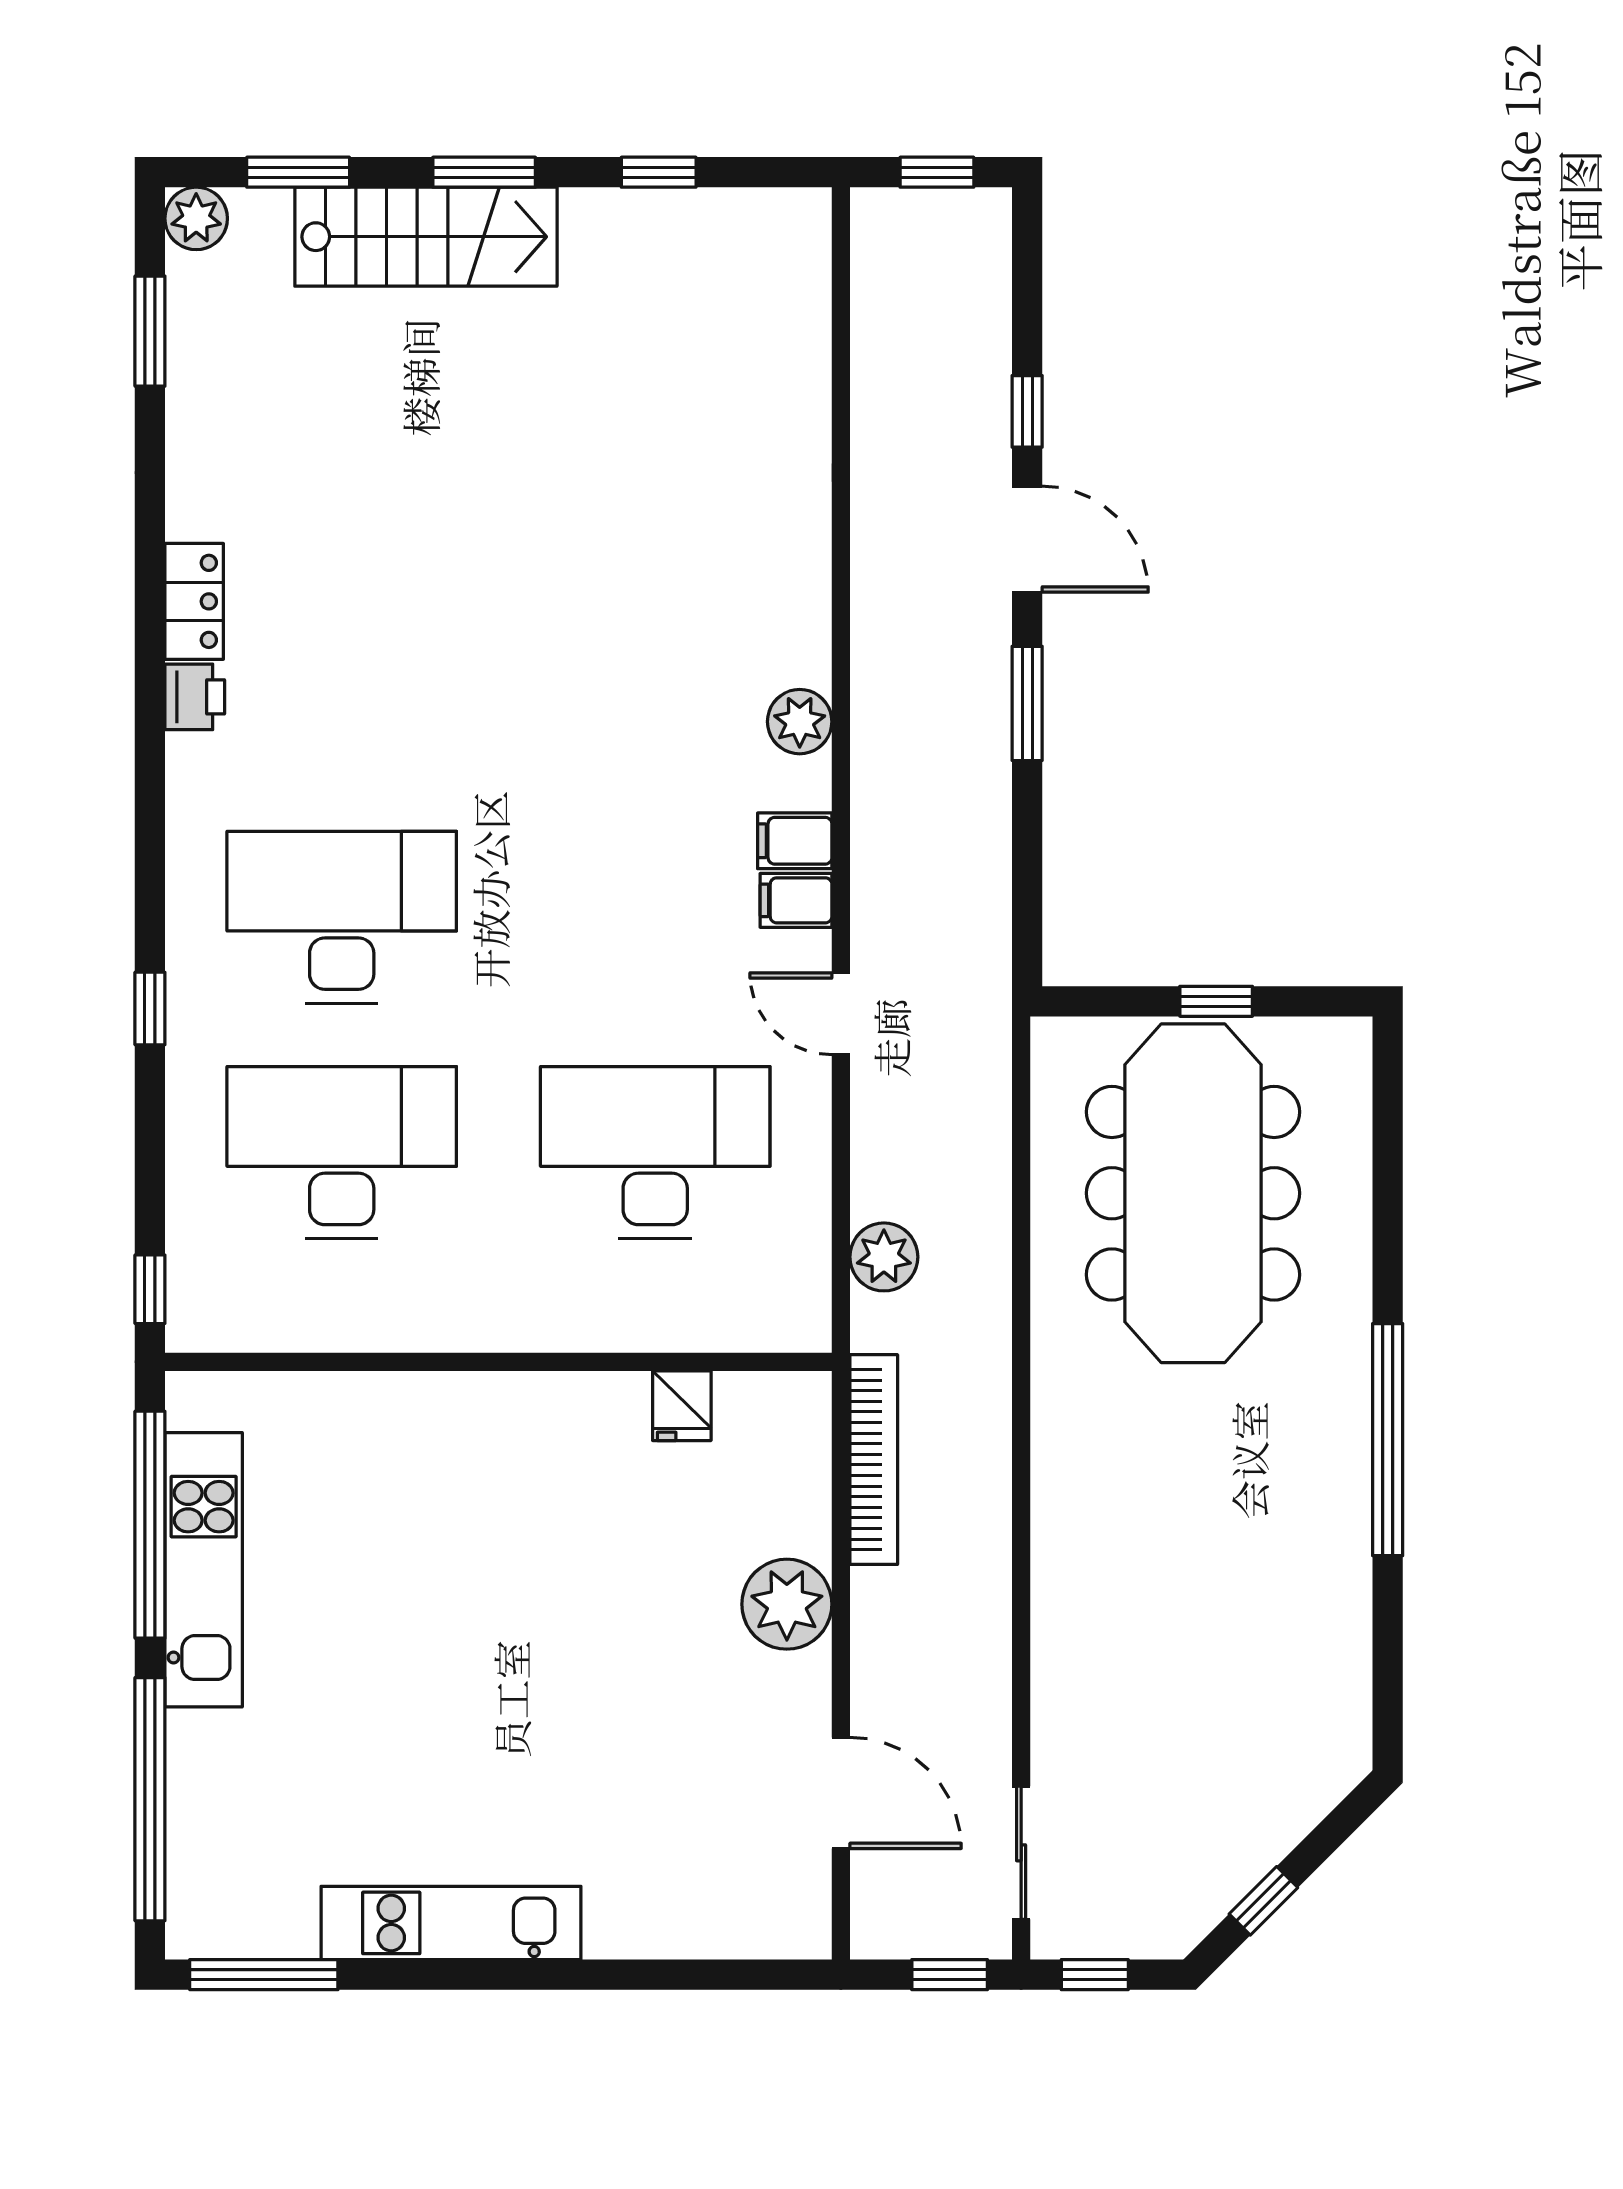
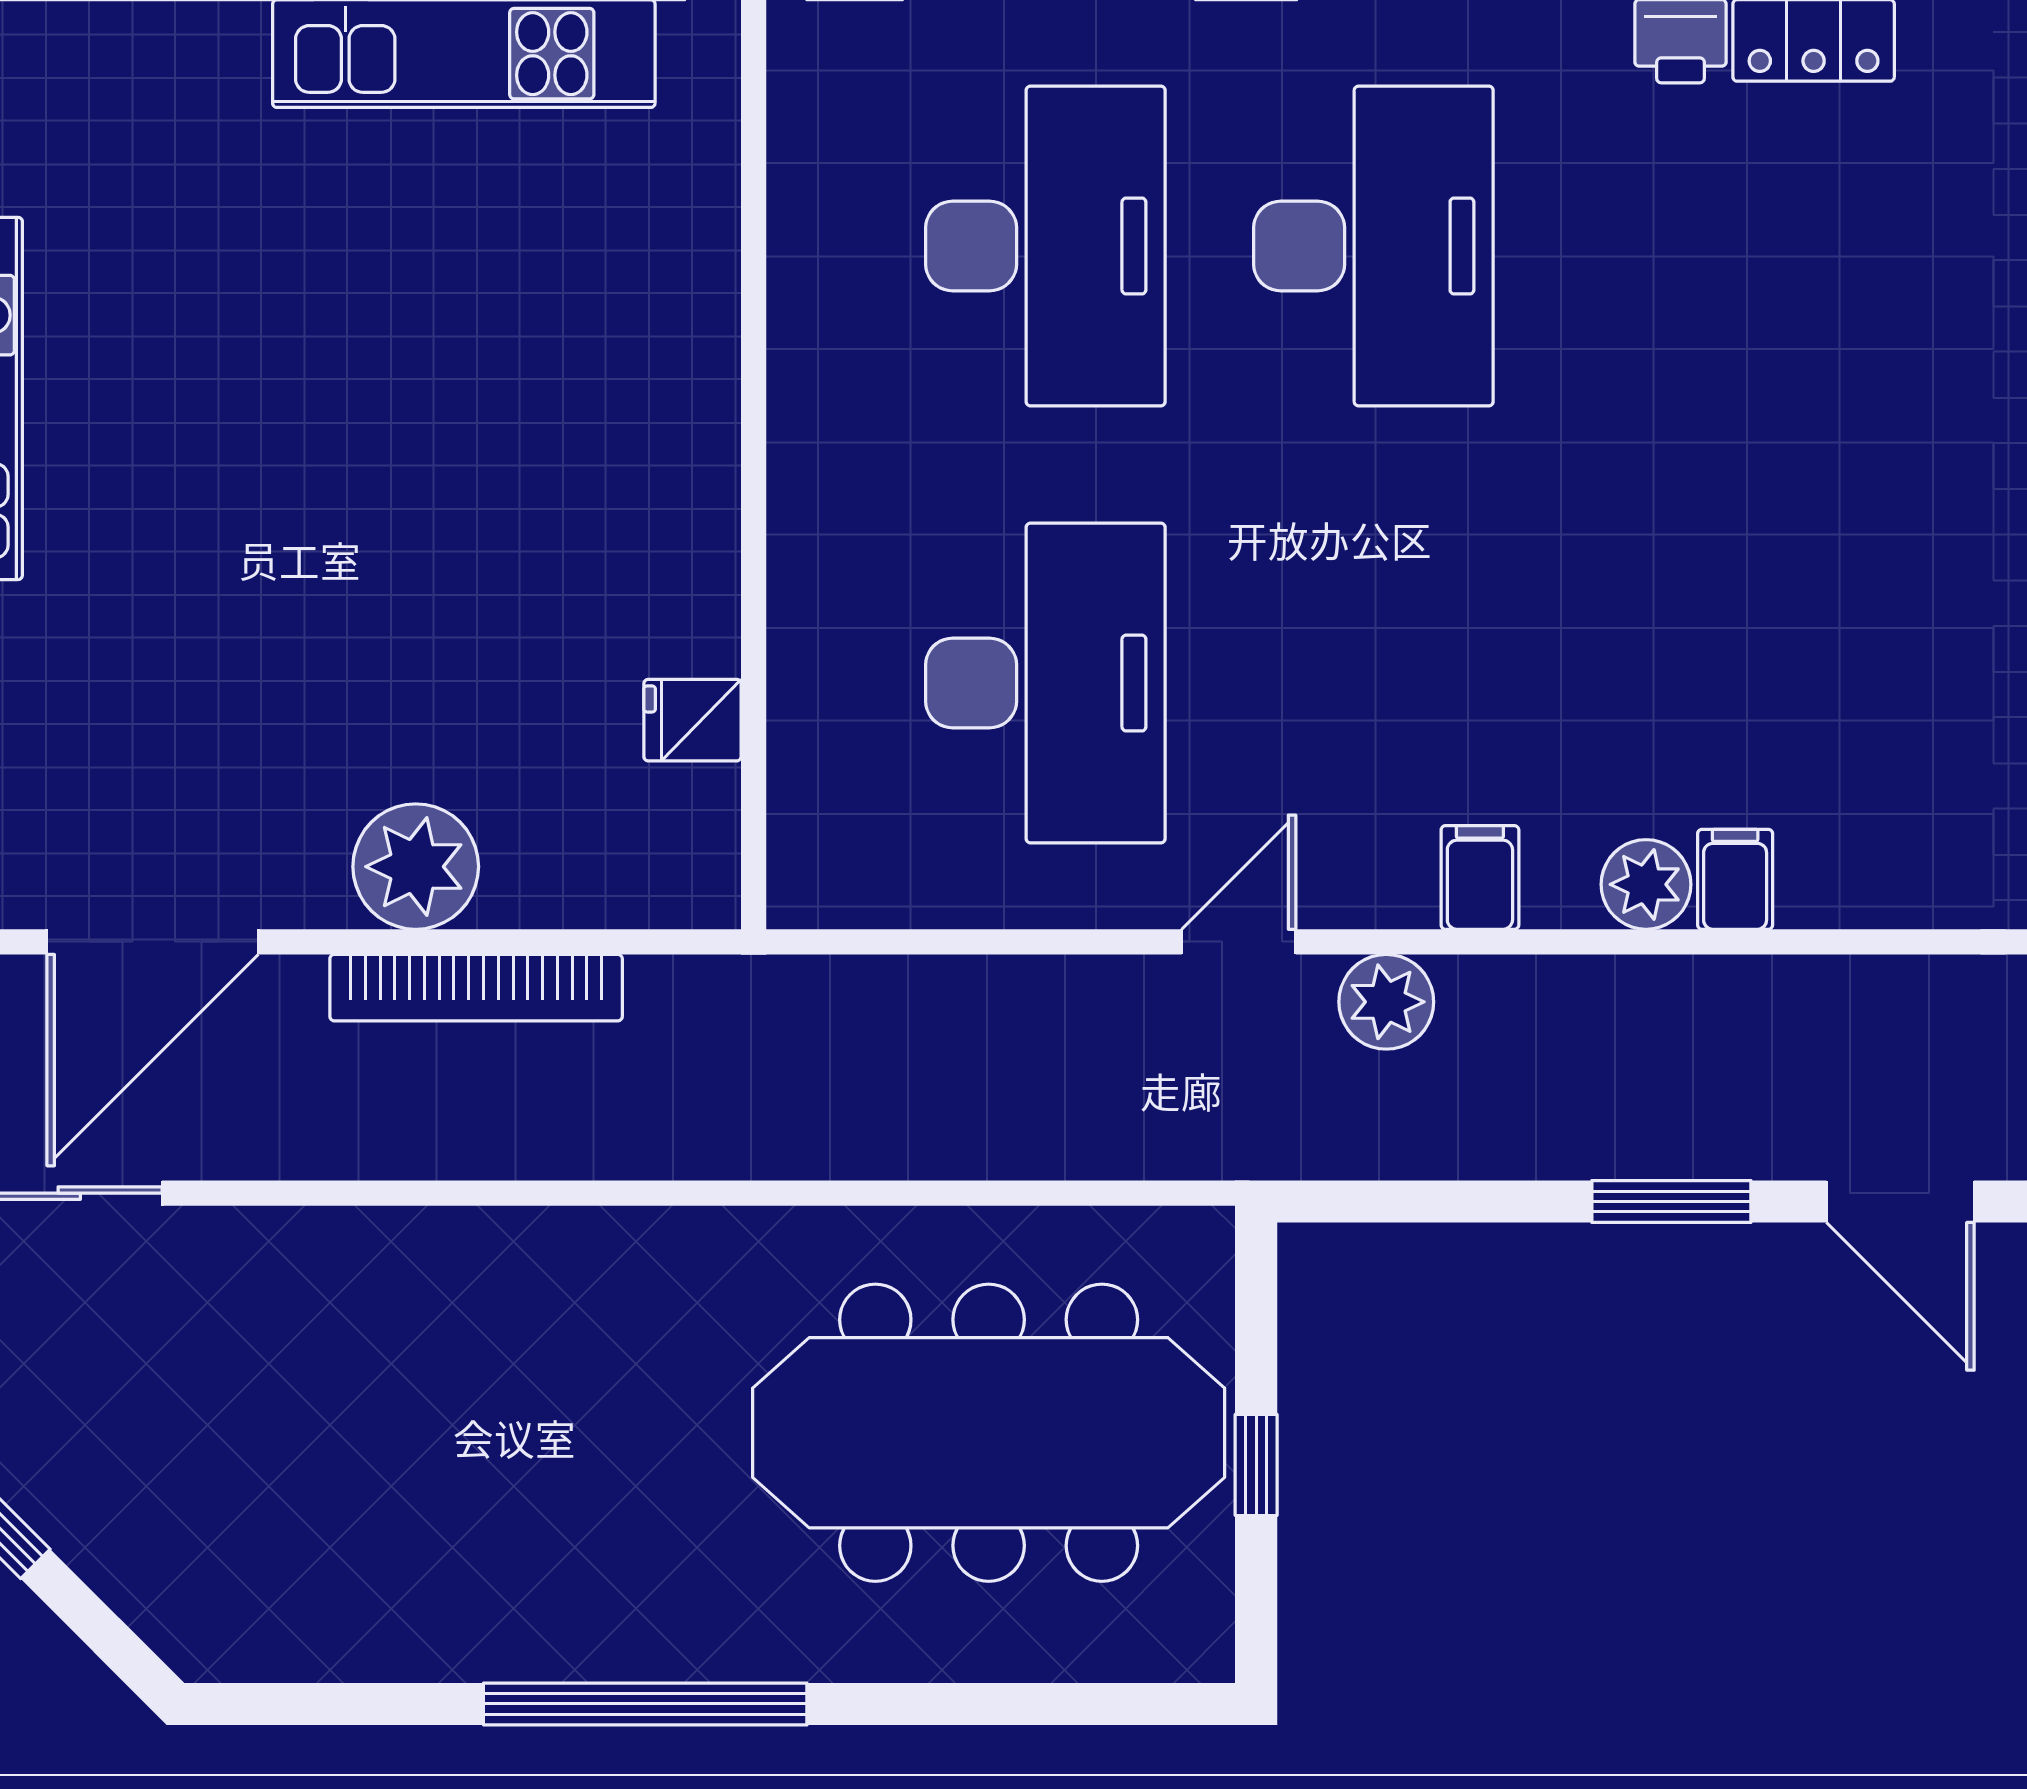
door: (1027, 539) -> (1900, 1201), hinge flipped
filing cabinet: (796, 900) -> (1735, 879), moved
plant: (884, 1257) -> (1386, 1002), moved
bookcase: (874, 1460) -> (476, 988), moved
door: (841, 1793) -> (153, 942), width x1.36

